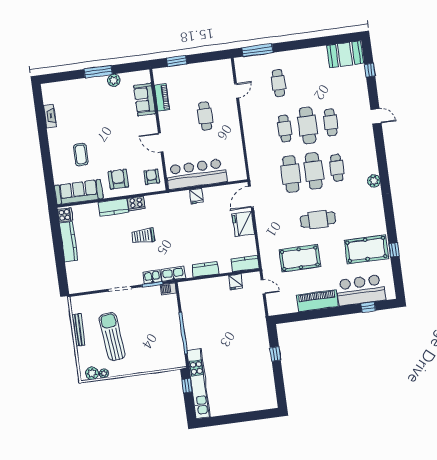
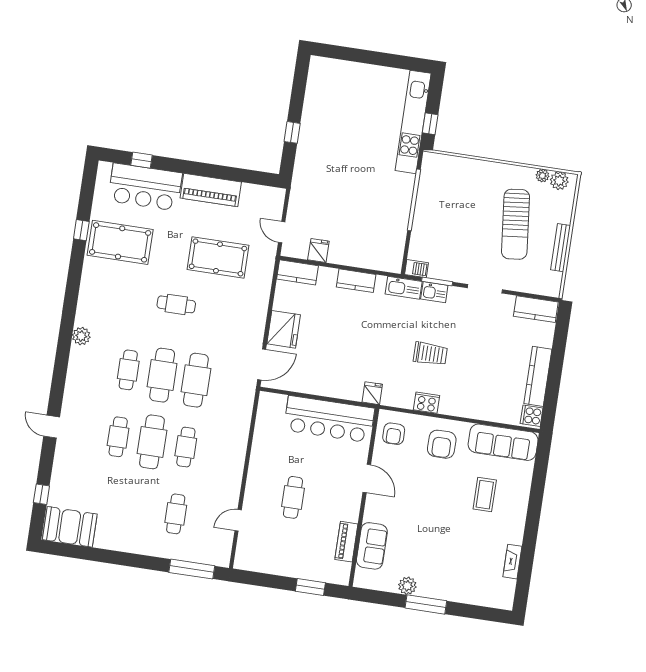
fridge: (196, 196) -> (372, 393), moved
kitchen counter: (113, 207) -> (536, 309), moved, turned 180
cafe table: (318, 220) -> (176, 304), width x0.73, depth x0.74

